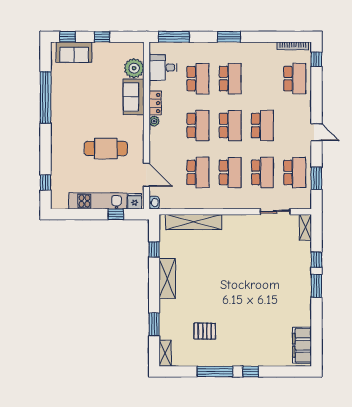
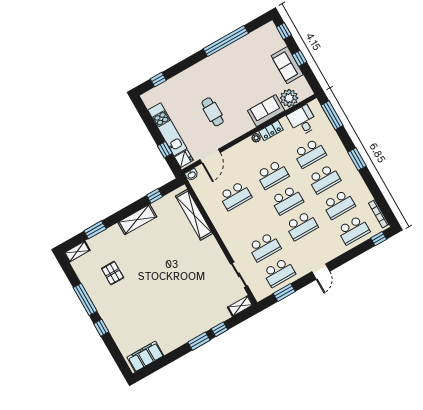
sofa: (74, 52) -> (287, 65), moved
cafe table: (106, 148) -> (213, 112), width x0.73, depth x0.74
school desk: (230, 172) -> (339, 205), moved

